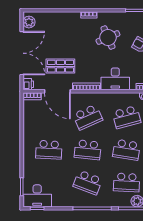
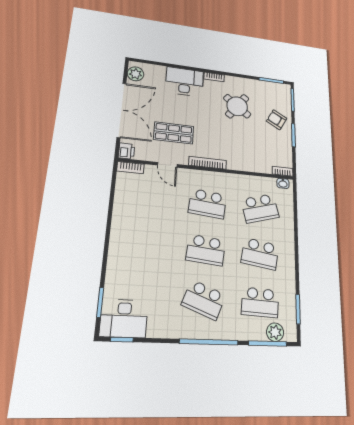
round table: (108, 38) -> (237, 106), turned -30
desk: (115, 79) -> (184, 82), moved, turned 180
door: (57, 91) -> (167, 165), width x0.53
school desk: (88, 117) -> (208, 204), turned 30
school desk: (49, 150) -> (149, 246), removed

